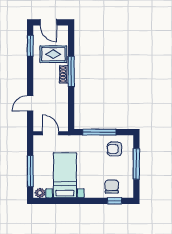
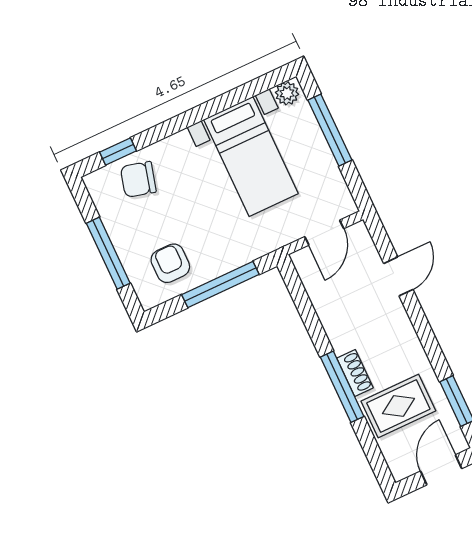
door: (48, 22) -> (441, 470), hinge flipped
door: (51, 133) -> (324, 233), hinge flipped
armchair: (115, 149) -> (170, 263), turned -90
chair: (112, 187) -> (138, 179), turned 105

